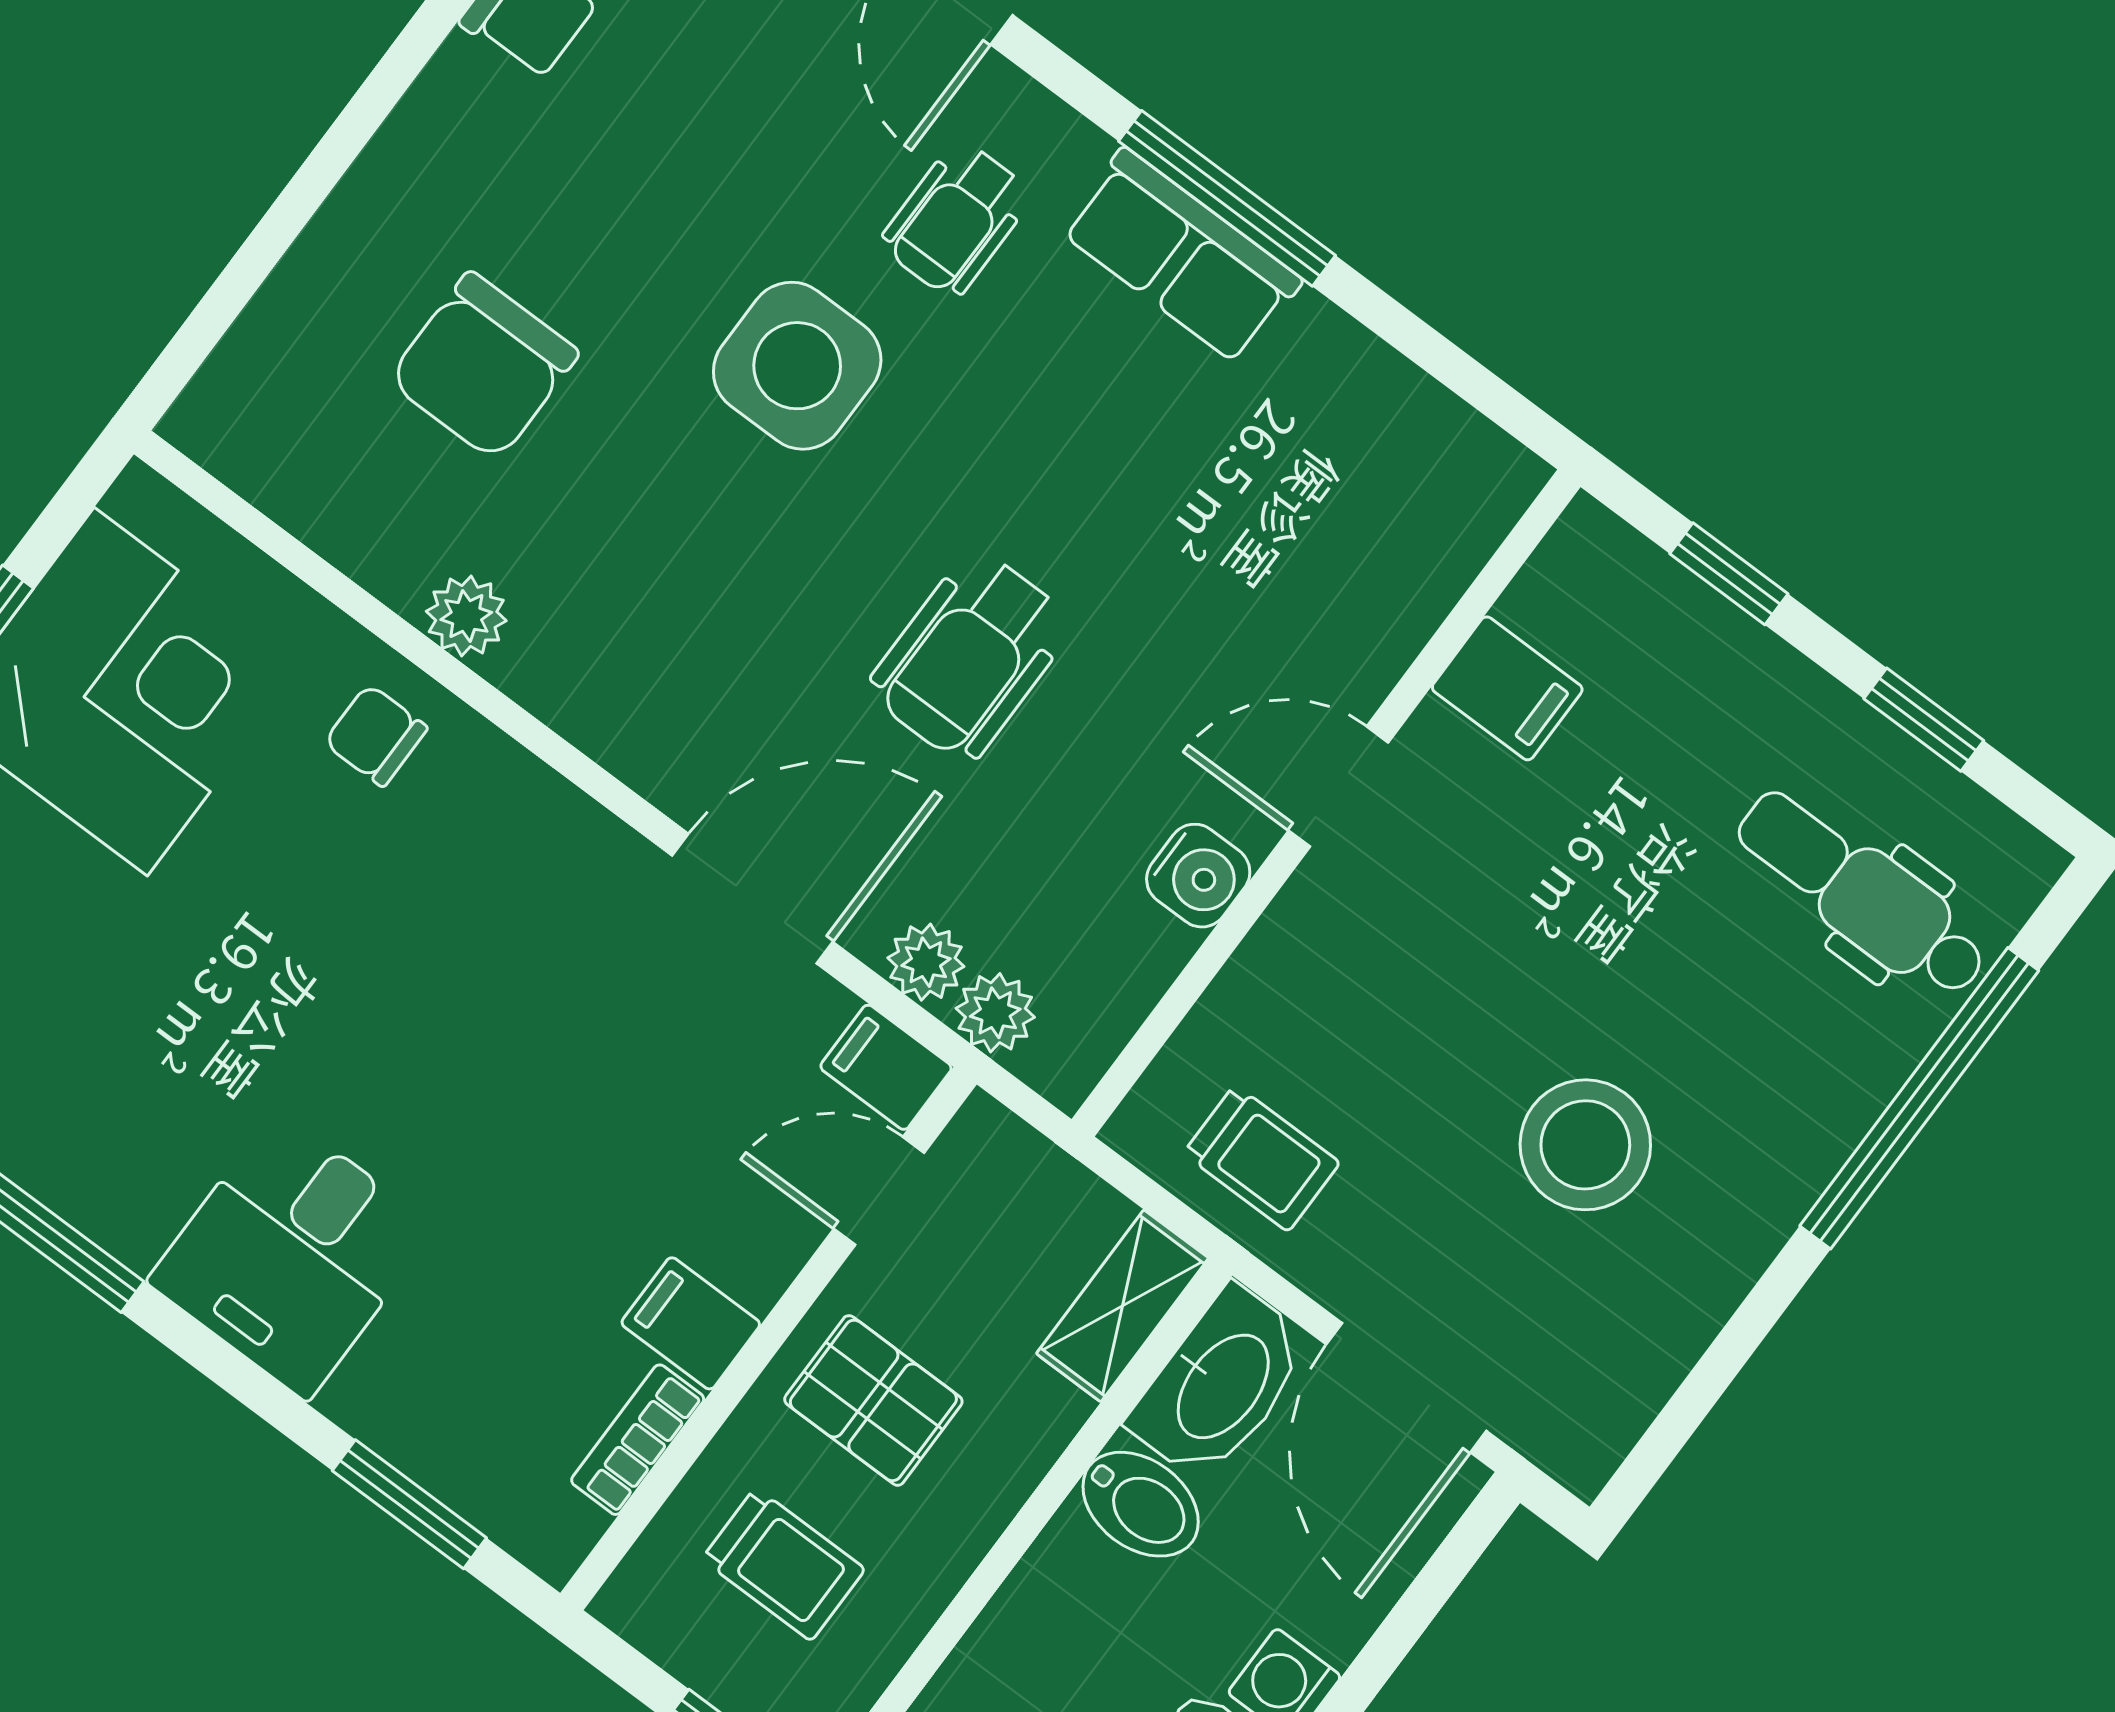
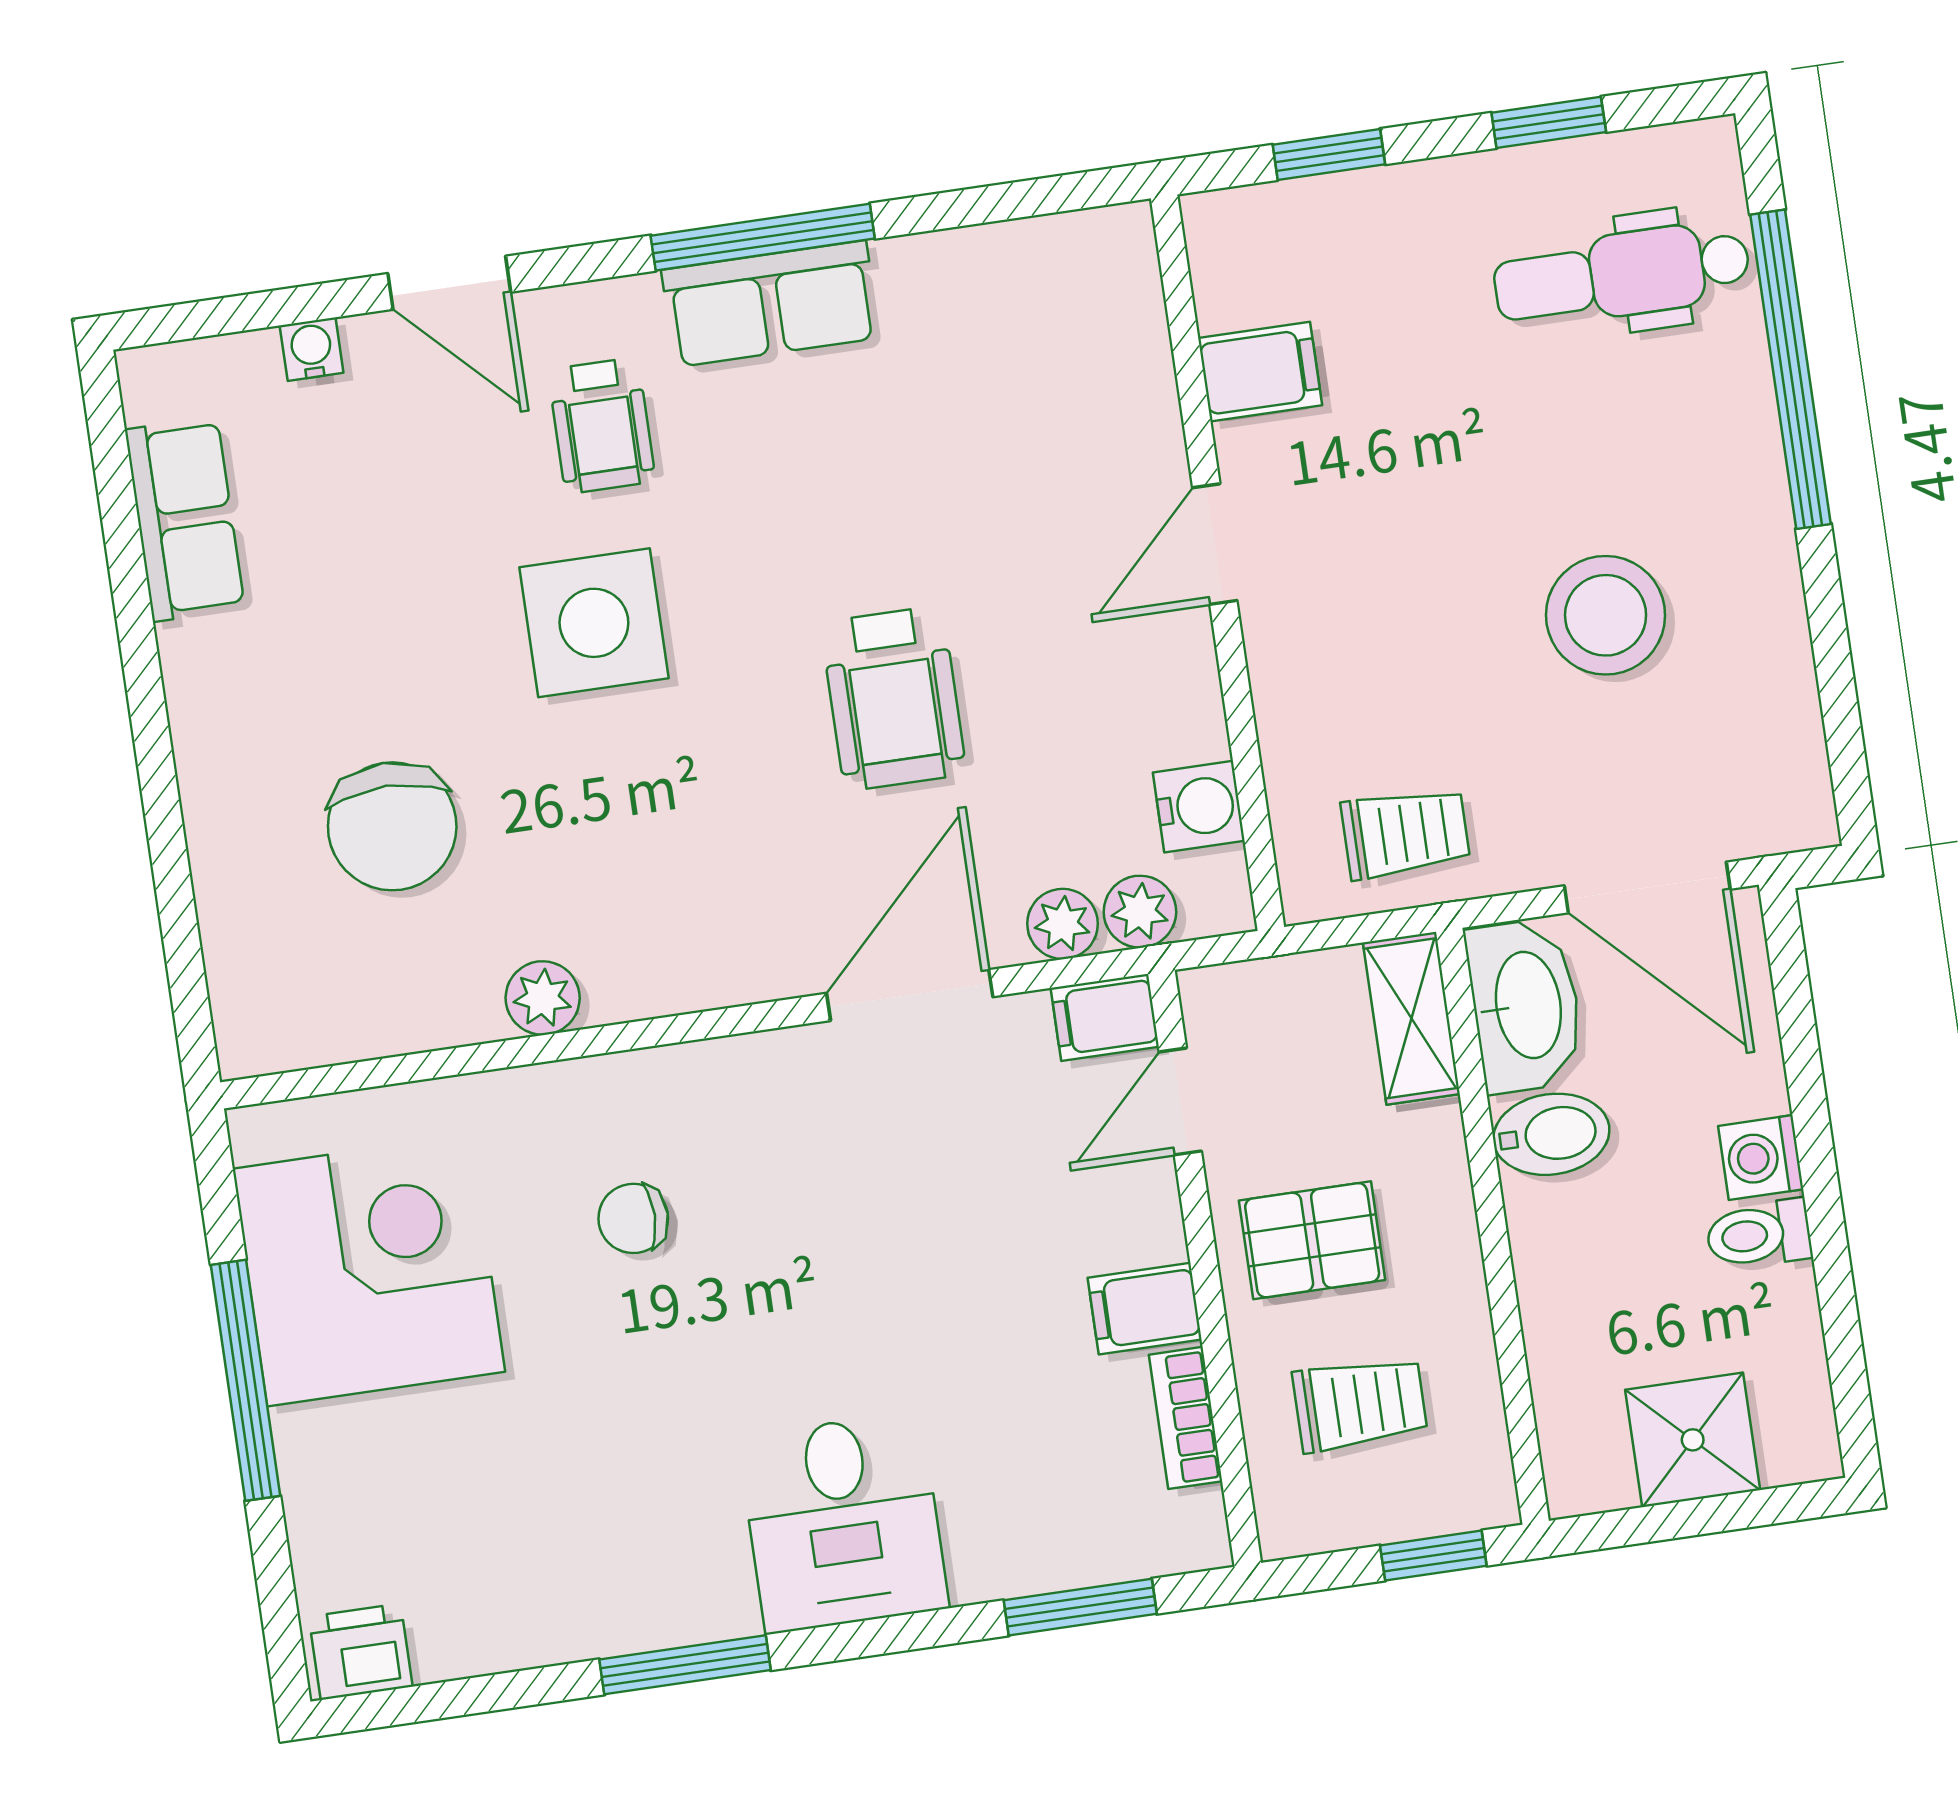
chair: (376, 735) -> (633, 1218), moved
water cooler: (1198, 876) -> (1199, 807), moved

